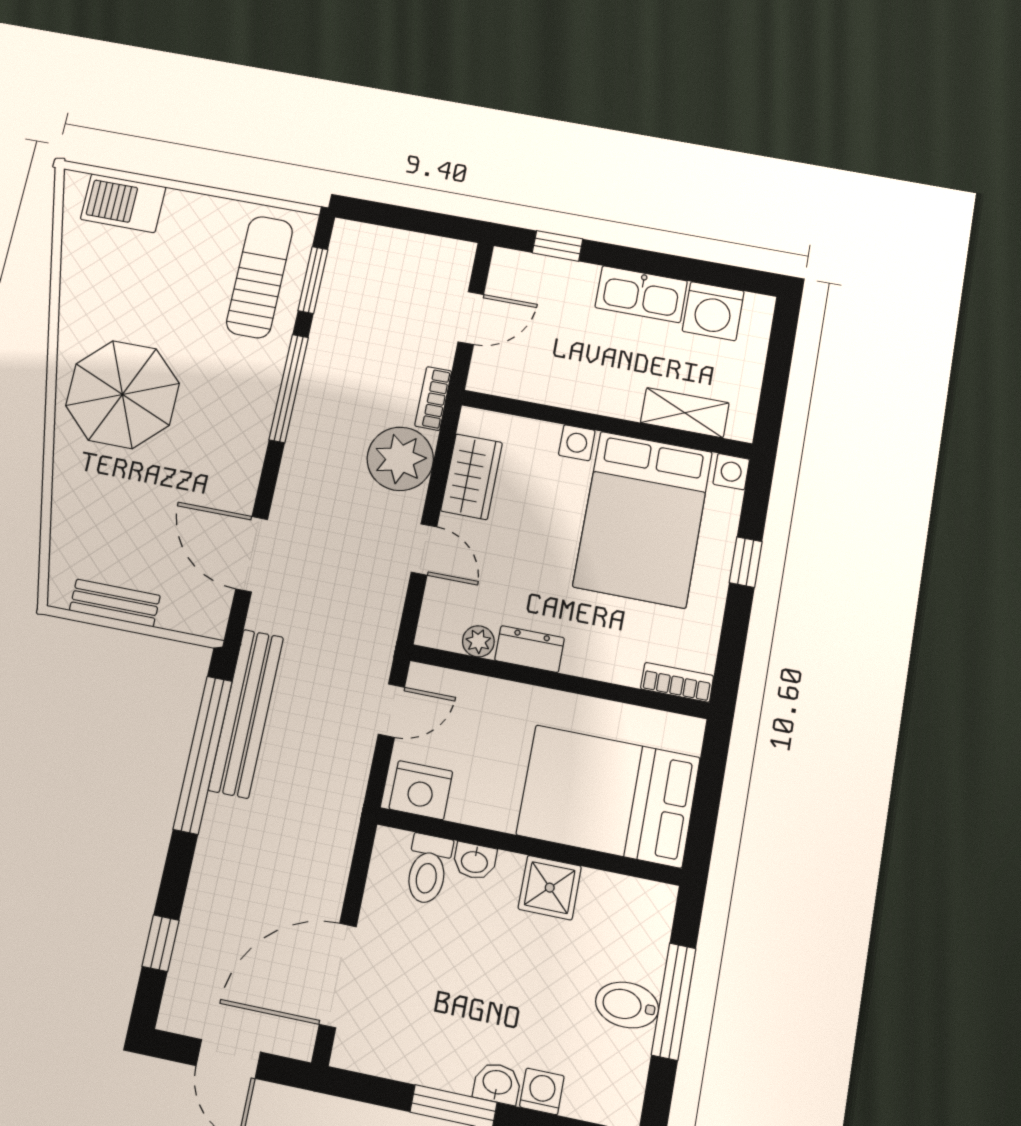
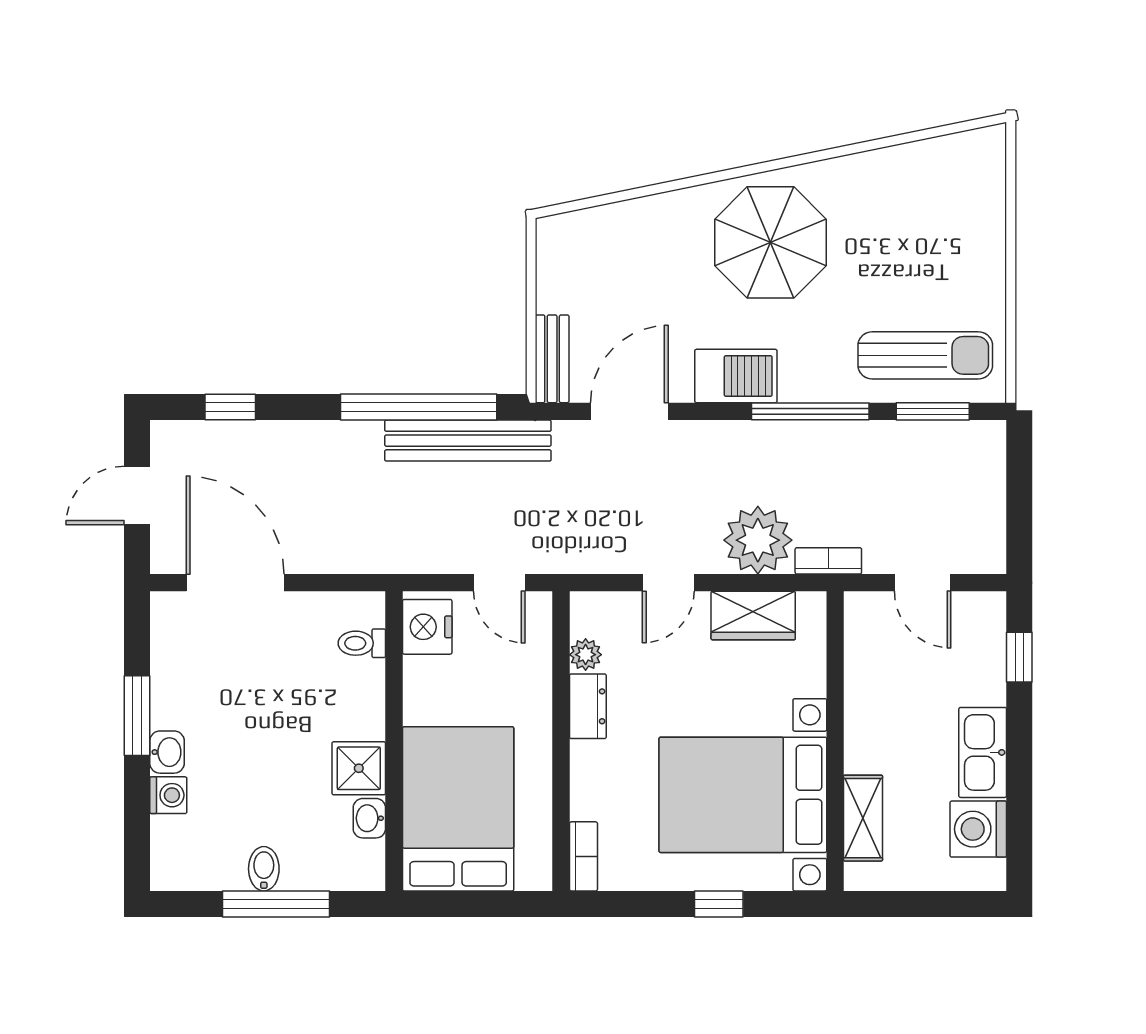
barbecue: (123, 203) -> (736, 376), moved, turned 90
bench: (115, 603) -> (552, 359), moved
washbasin: (475, 861) -> (369, 818), moved
toilet: (428, 869) -> (362, 643), width x0.73, depth x0.72
bidet: (627, 1005) -> (264, 869), width x0.72, depth x0.74

